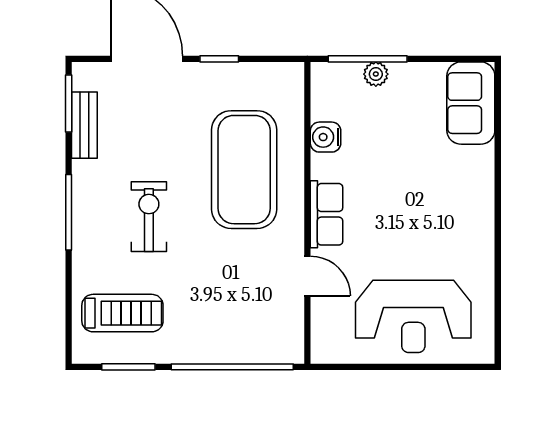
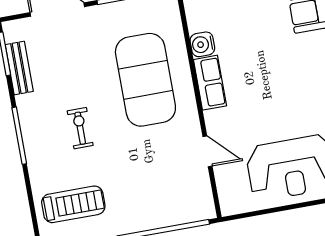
row of seats: (326, 214) -> (210, 83), moved
exercise bike: (149, 217) -> (80, 128), width x0.73, depth x0.72

